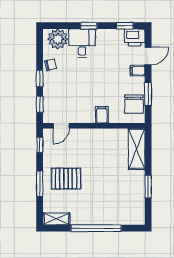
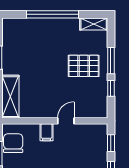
door: (61, 126) -> (66, 121), moved
window: (40, 145) -> (111, 88), moved

